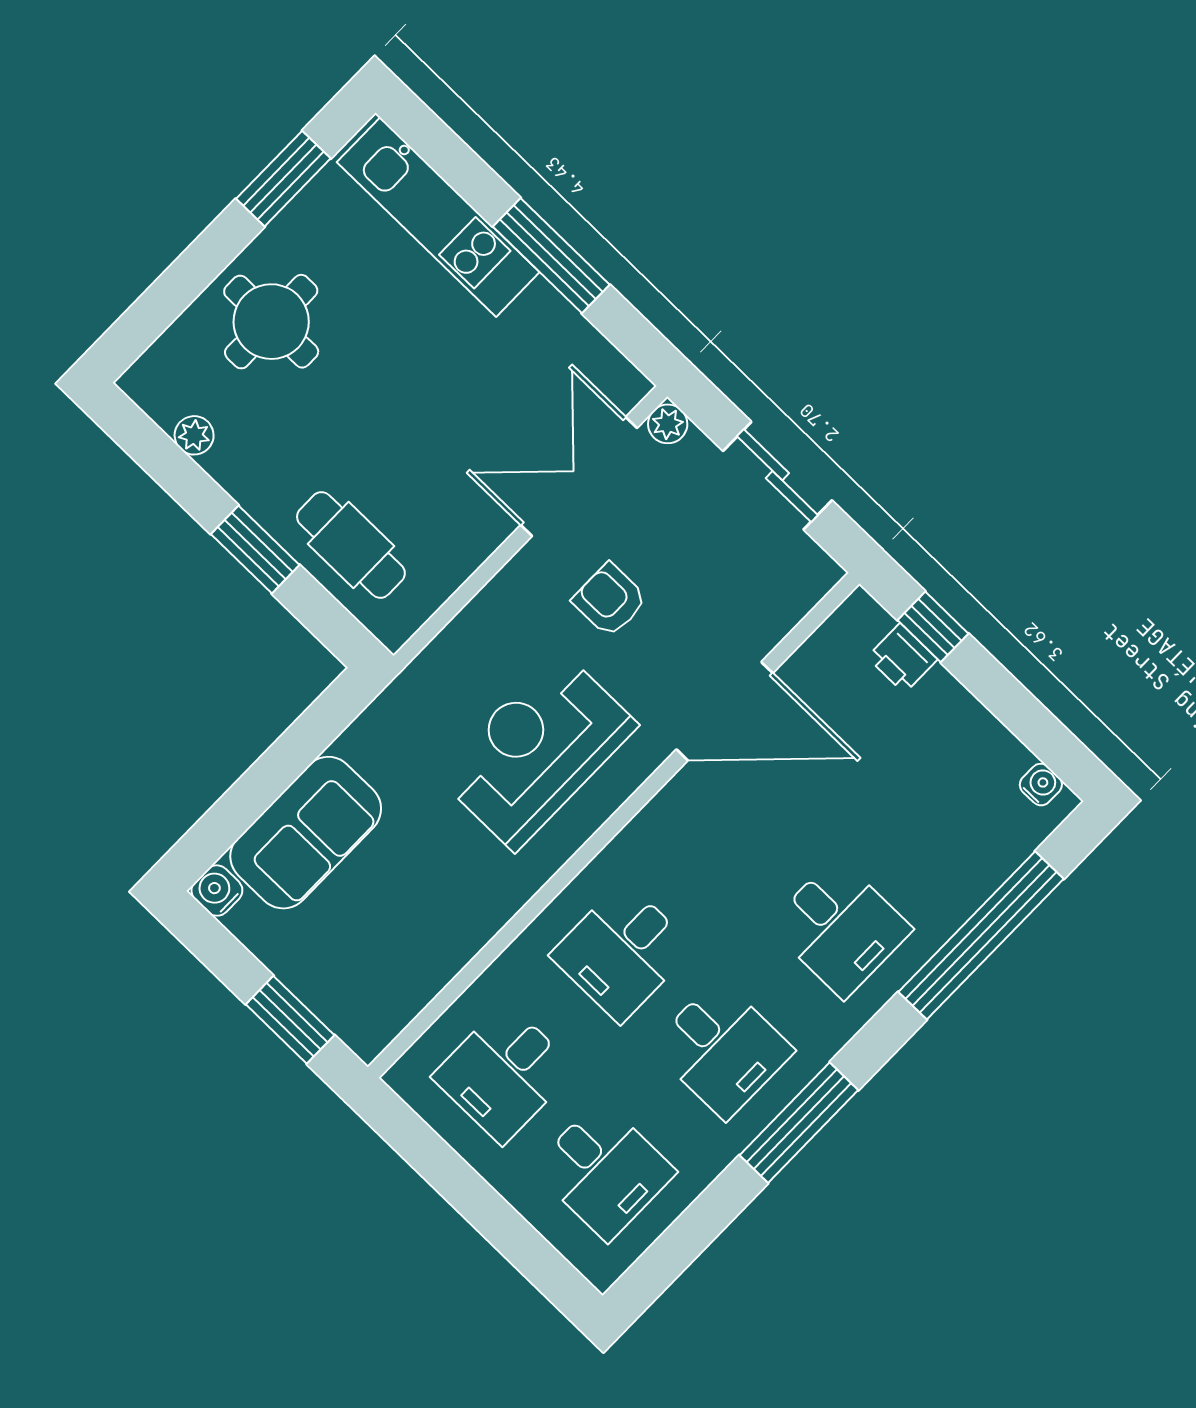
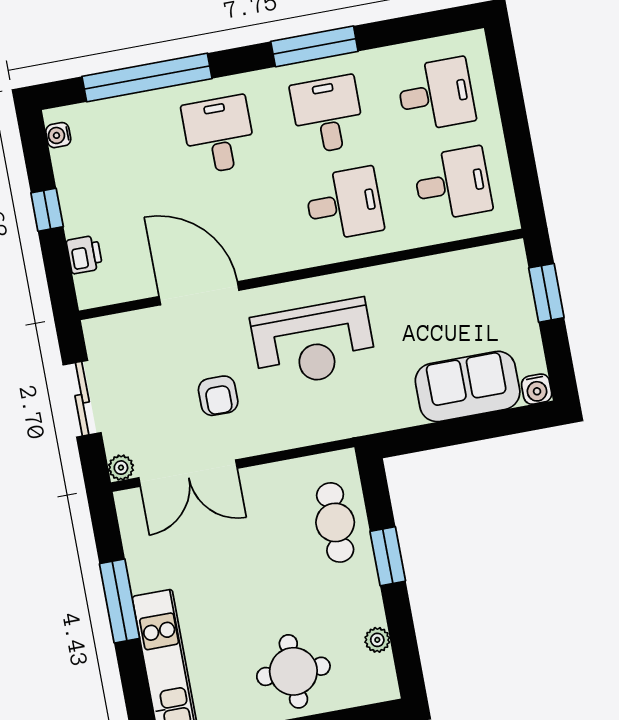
window: (933, 627) -> (47, 210), moved
desk: (604, 1170) -> (436, 94), turned 90

